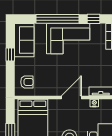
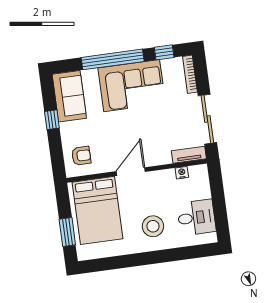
door: (71, 98) -> (131, 172), moved

